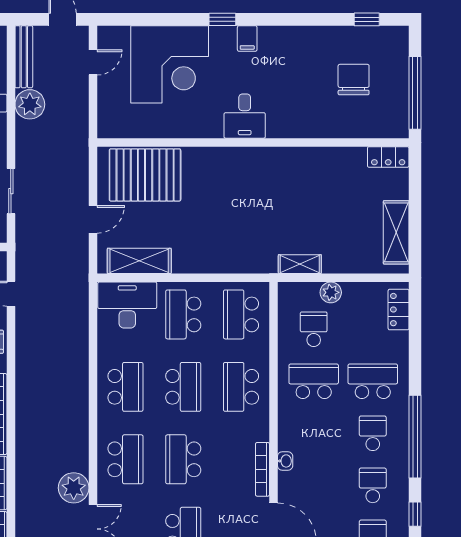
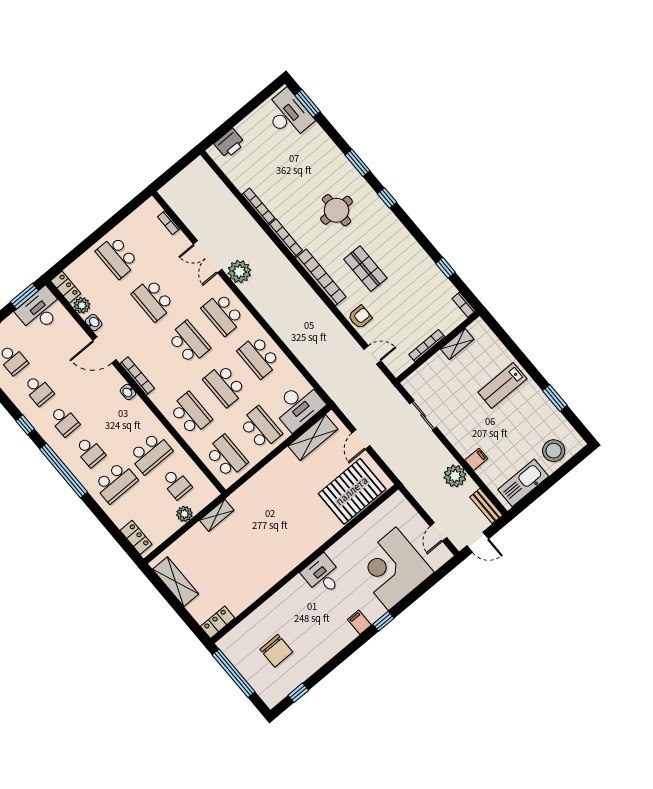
bench: (24, 57) -> (486, 506), width x0.73

